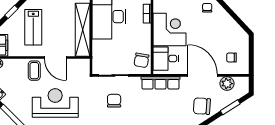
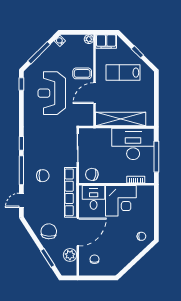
row of seats: (160, 83) -> (71, 192), width x1.36
chair: (114, 101) -> (43, 176), moved
reception desk: (55, 103) -> (52, 93), turned 180

